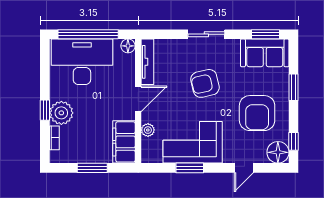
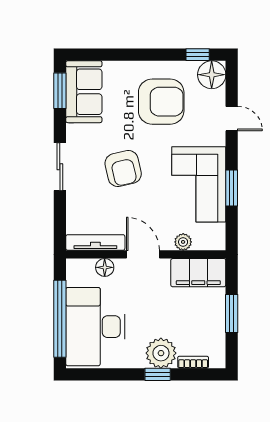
floor lamp: (128, 46) -> (105, 267), moved
window: (294, 87) -> (128, 55), removed

